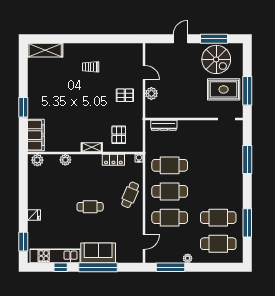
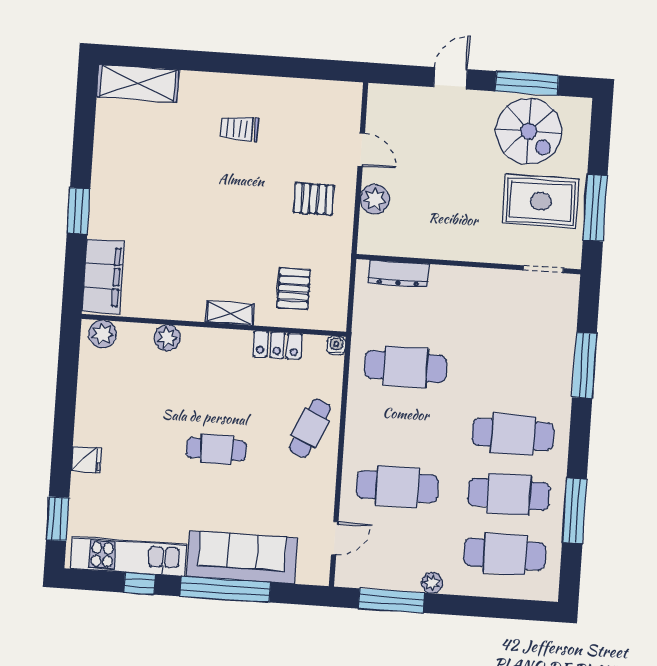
cafe table: (170, 191) -> (513, 434), moved
sofa: (98, 253) -> (242, 557), width x1.36

